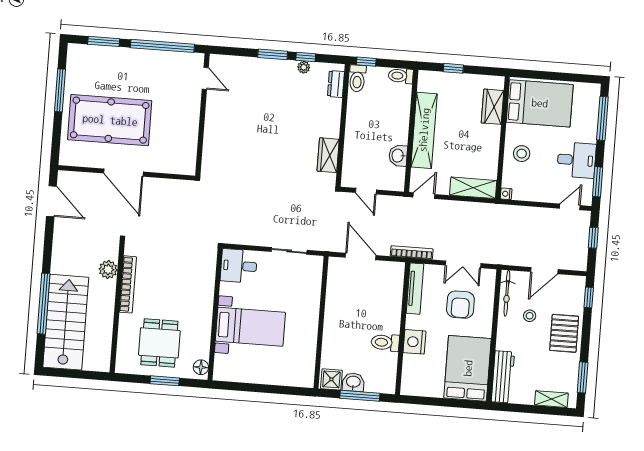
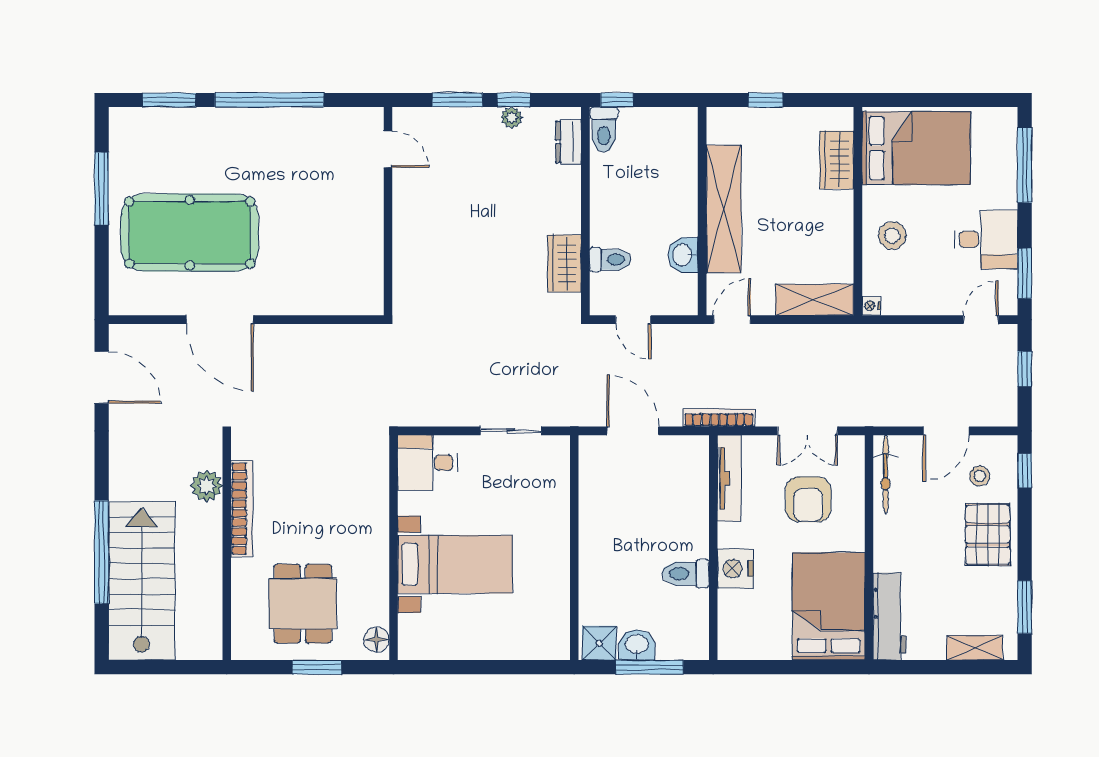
toilet: (401, 76) -> (610, 260), moved, turned 180
door: (205, 78) -> (388, 149), moved
wall: (202, 115) -> (388, 211), moved
stool: (530, 316) -> (980, 476), moved

